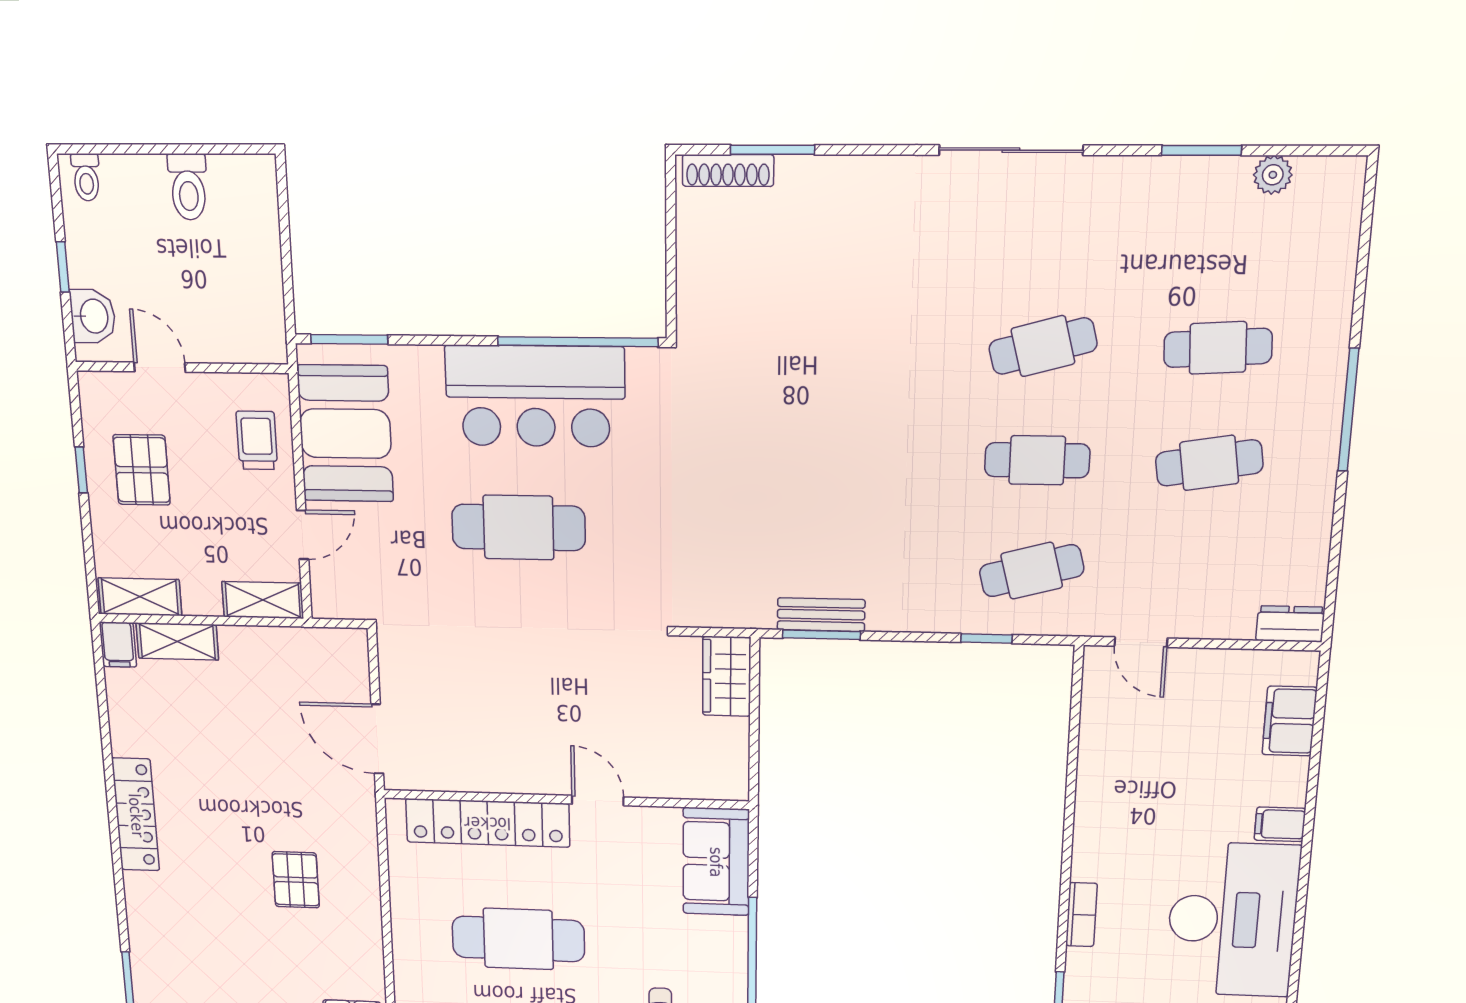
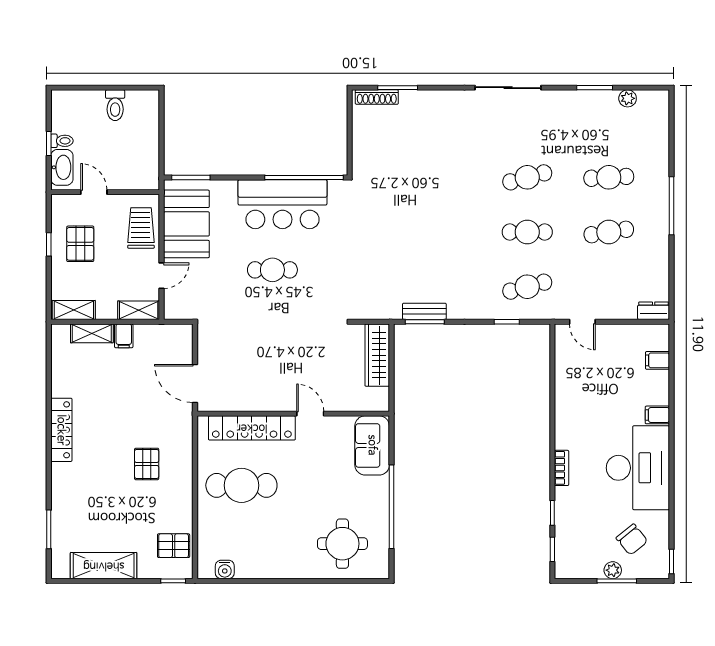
toilet: (86, 177) -> (62, 141), moved, turned -90
washbasin: (93, 316) -> (62, 167), width x1.38
trolley: (257, 440) -> (141, 228), width x1.36, depth x1.39
cafe table: (519, 527) -> (272, 270), width x0.73, depth x0.74
filing cabinet: (118, 645) -> (124, 336), moved
wardrobe: (727, 676) -> (377, 355), width x1.50
filing cabinet: (1290, 721) -> (657, 360), width x0.50
cafe table: (518, 939) -> (241, 485), moved

